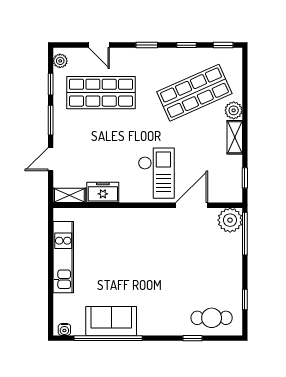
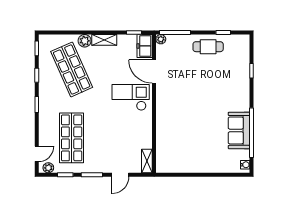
door: (99, 45) -> (37, 154), moved
door: (51, 159) -> (120, 175), hinge flipped
freezer: (103, 192) -> (145, 46), moved
plant: (230, 220) -> (161, 39), width x0.53, depth x0.53
kitchen unit: (63, 257) -> (192, 166), removed
cafe table: (212, 318) -> (208, 47), moved, turned 90

